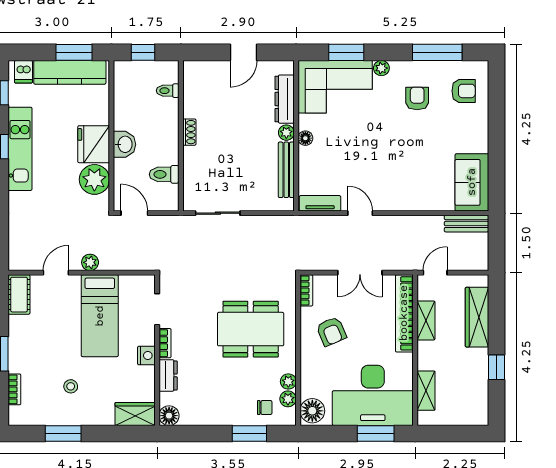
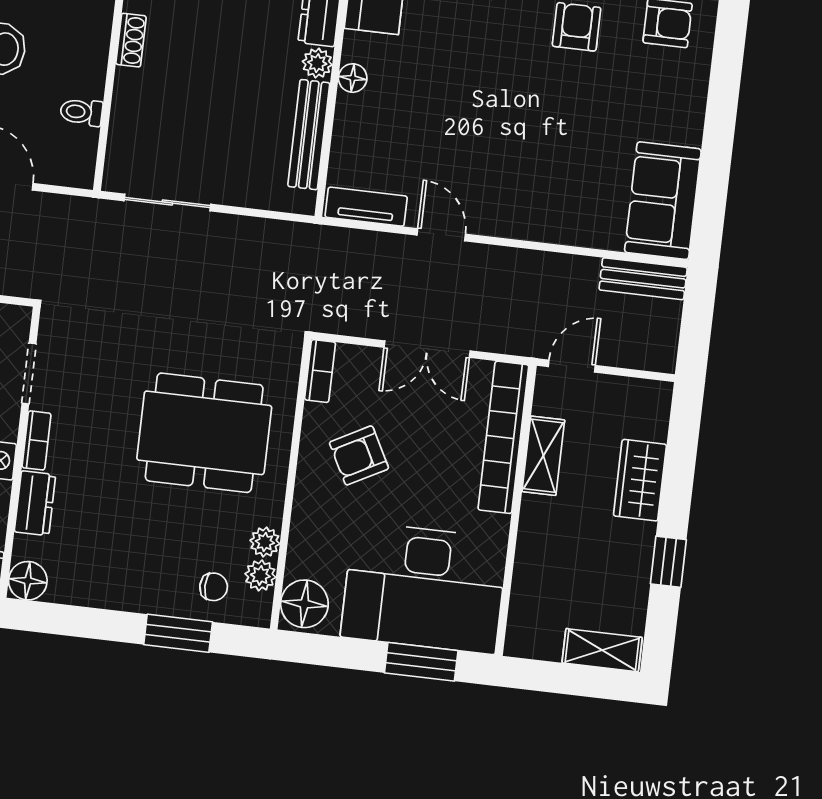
toilet: (164, 174) -> (81, 112), width x0.73, depth x0.72
wardrobe: (477, 317) -> (640, 480), width x0.67
armchair: (331, 331) -> (359, 455), turned 85
shelving: (426, 391) -> (602, 650), moved, turned 90

